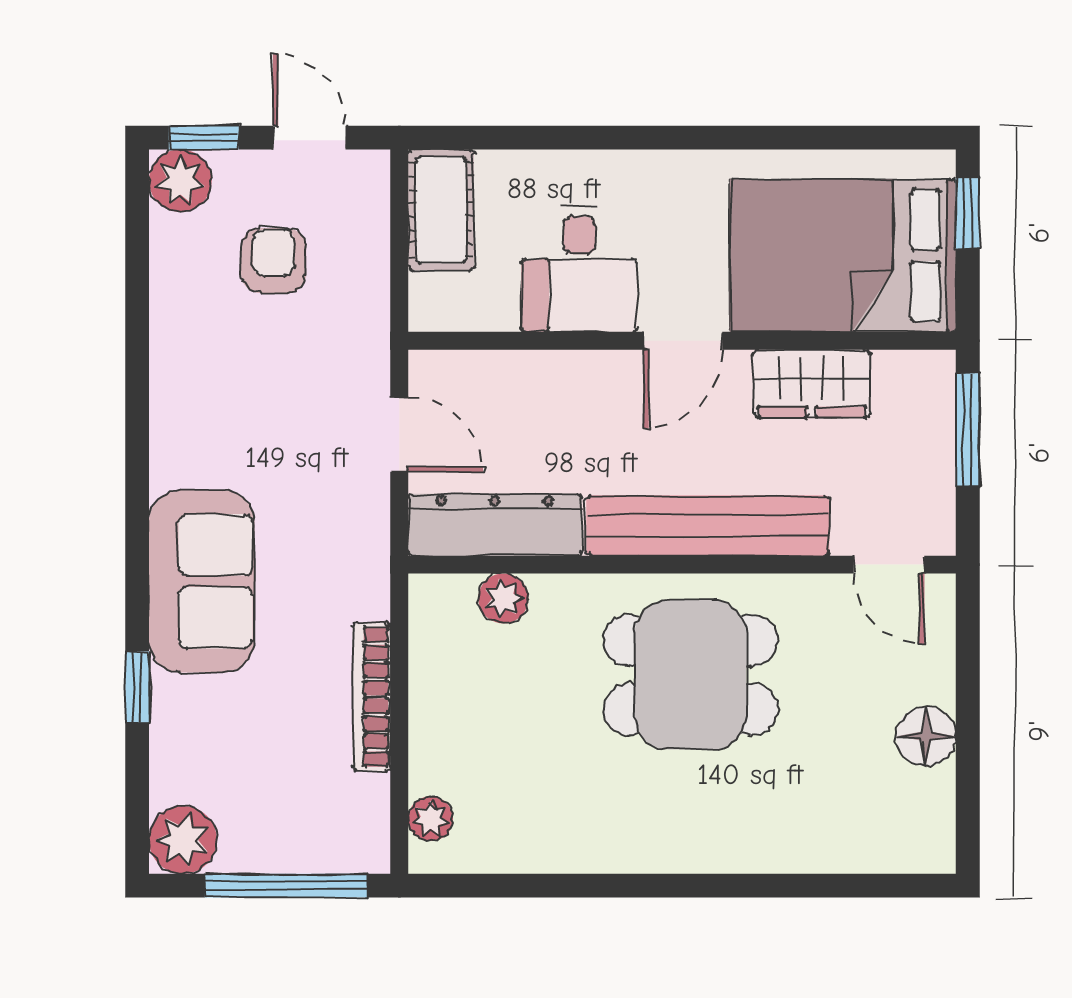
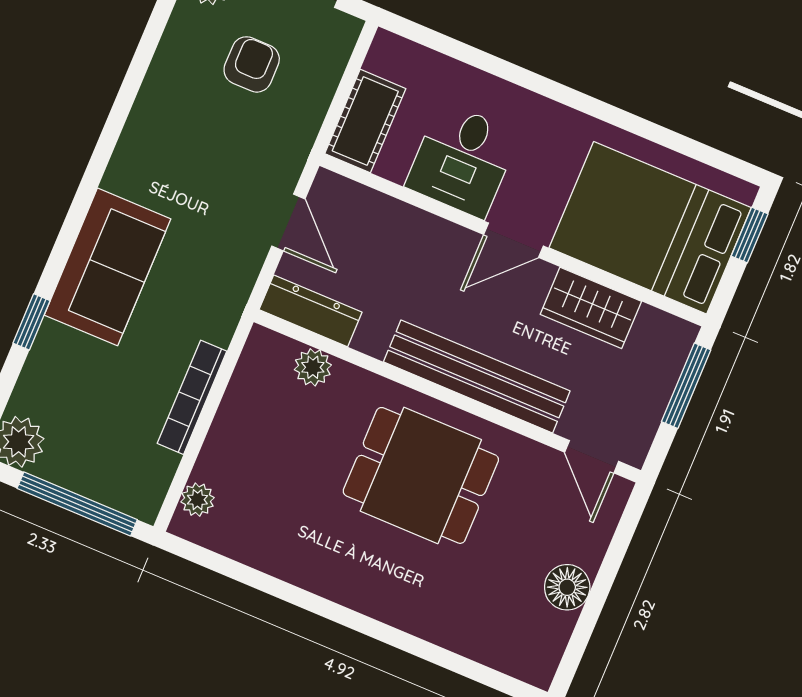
cot: (441, 210) -> (365, 121), moved
dresser: (495, 525) -> (311, 311), width x0.73, depth x0.80

